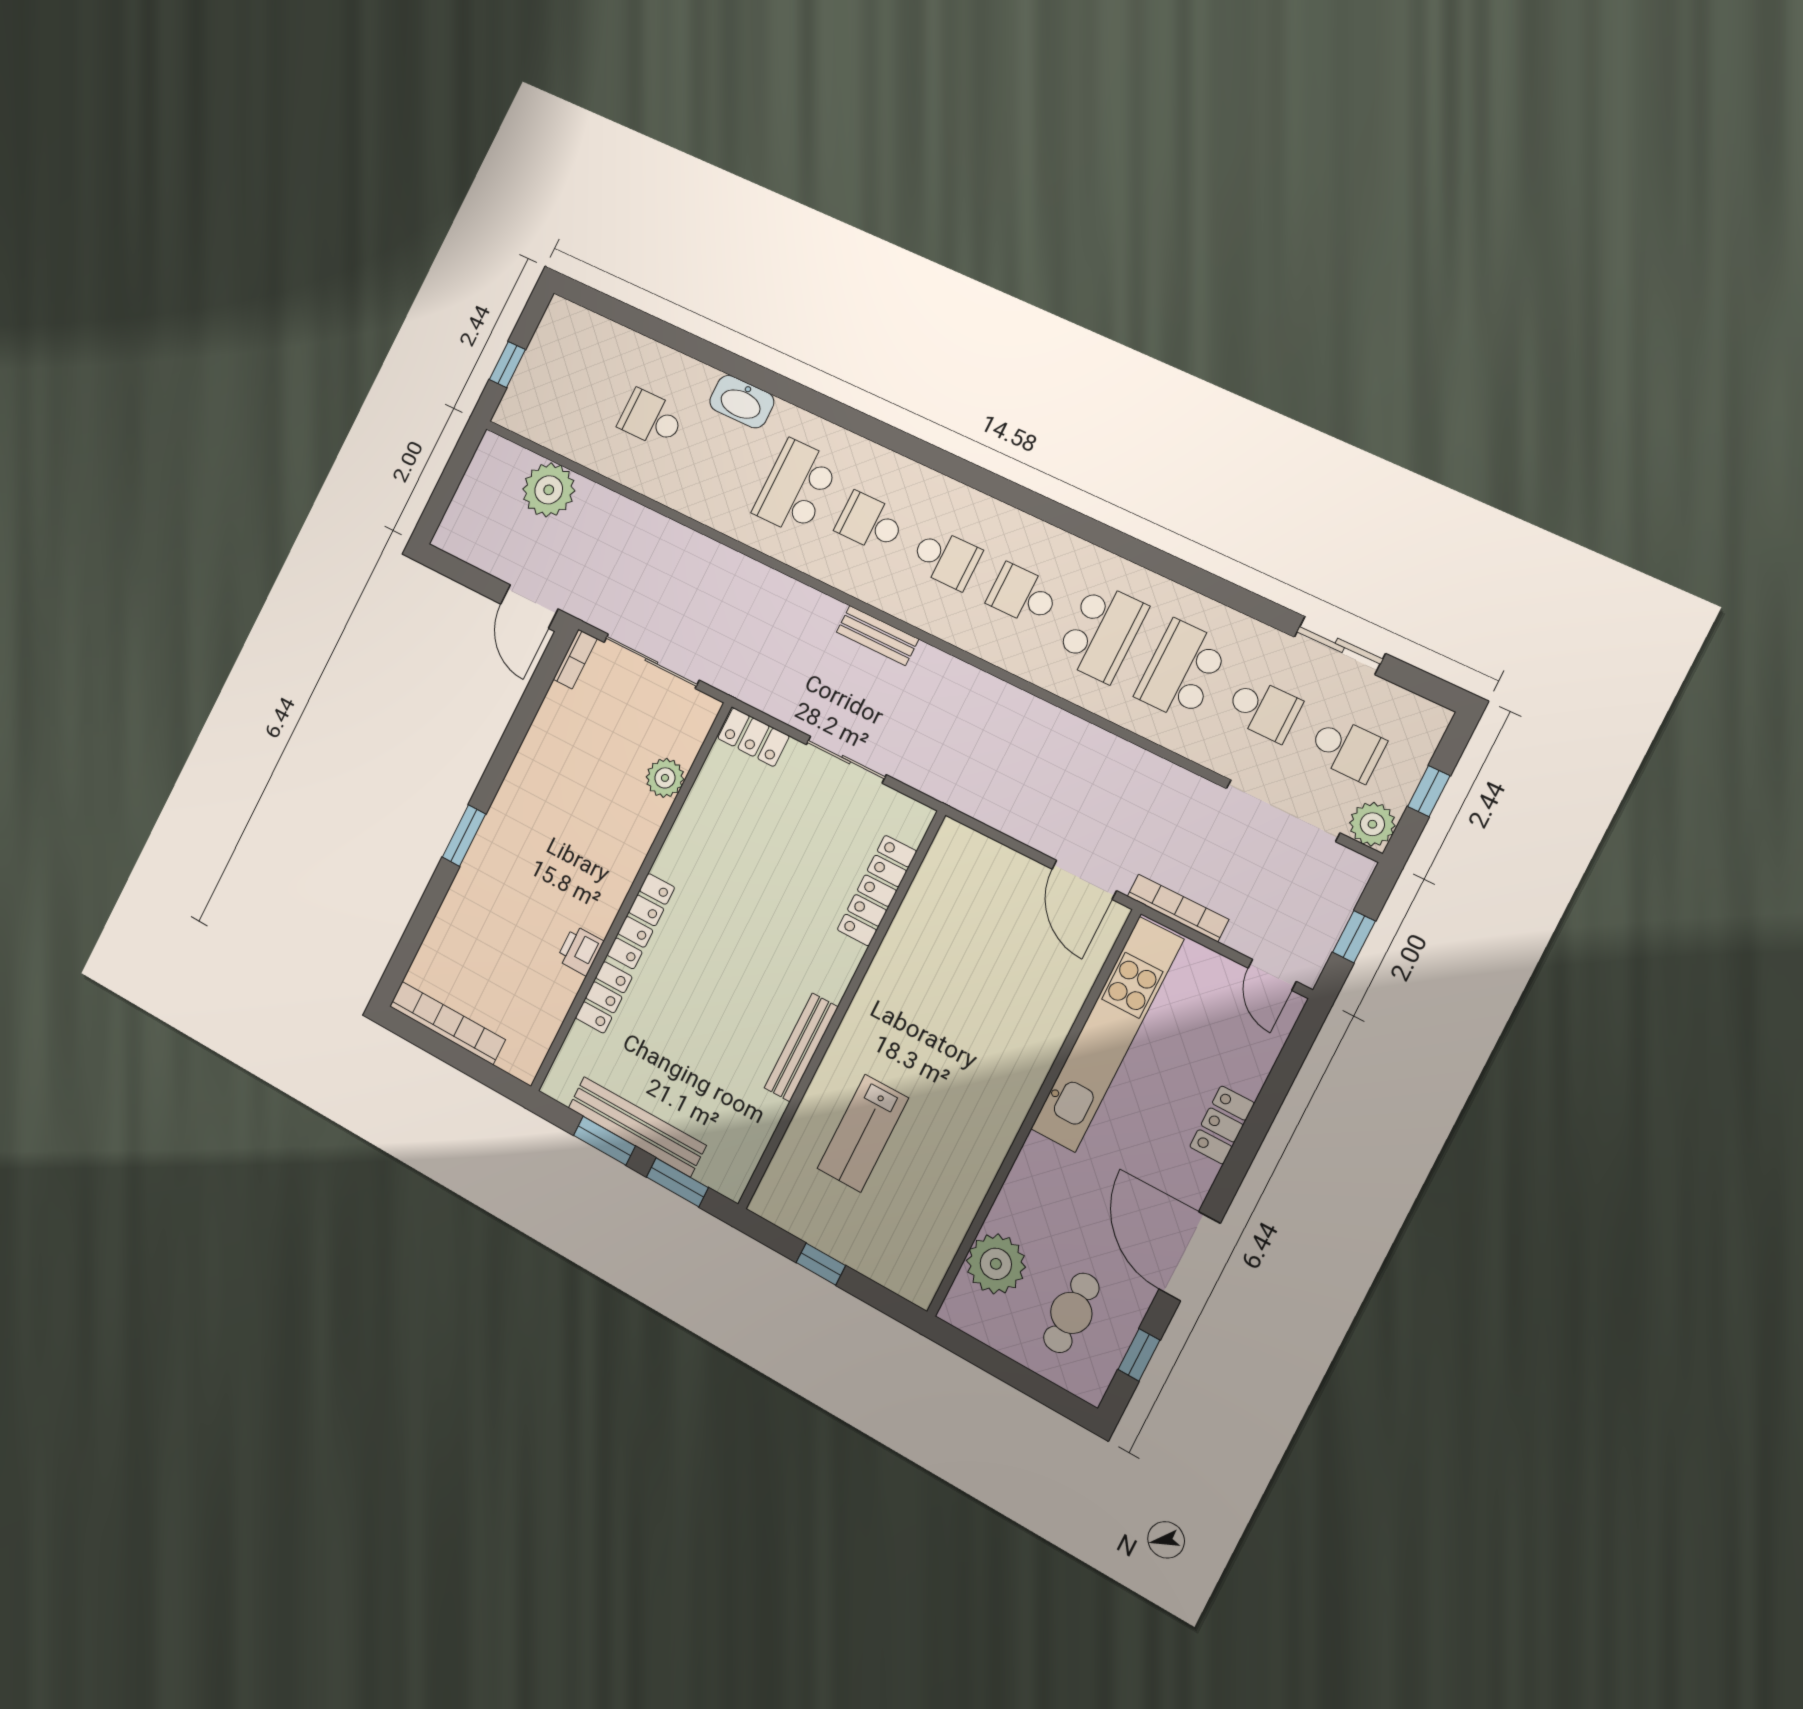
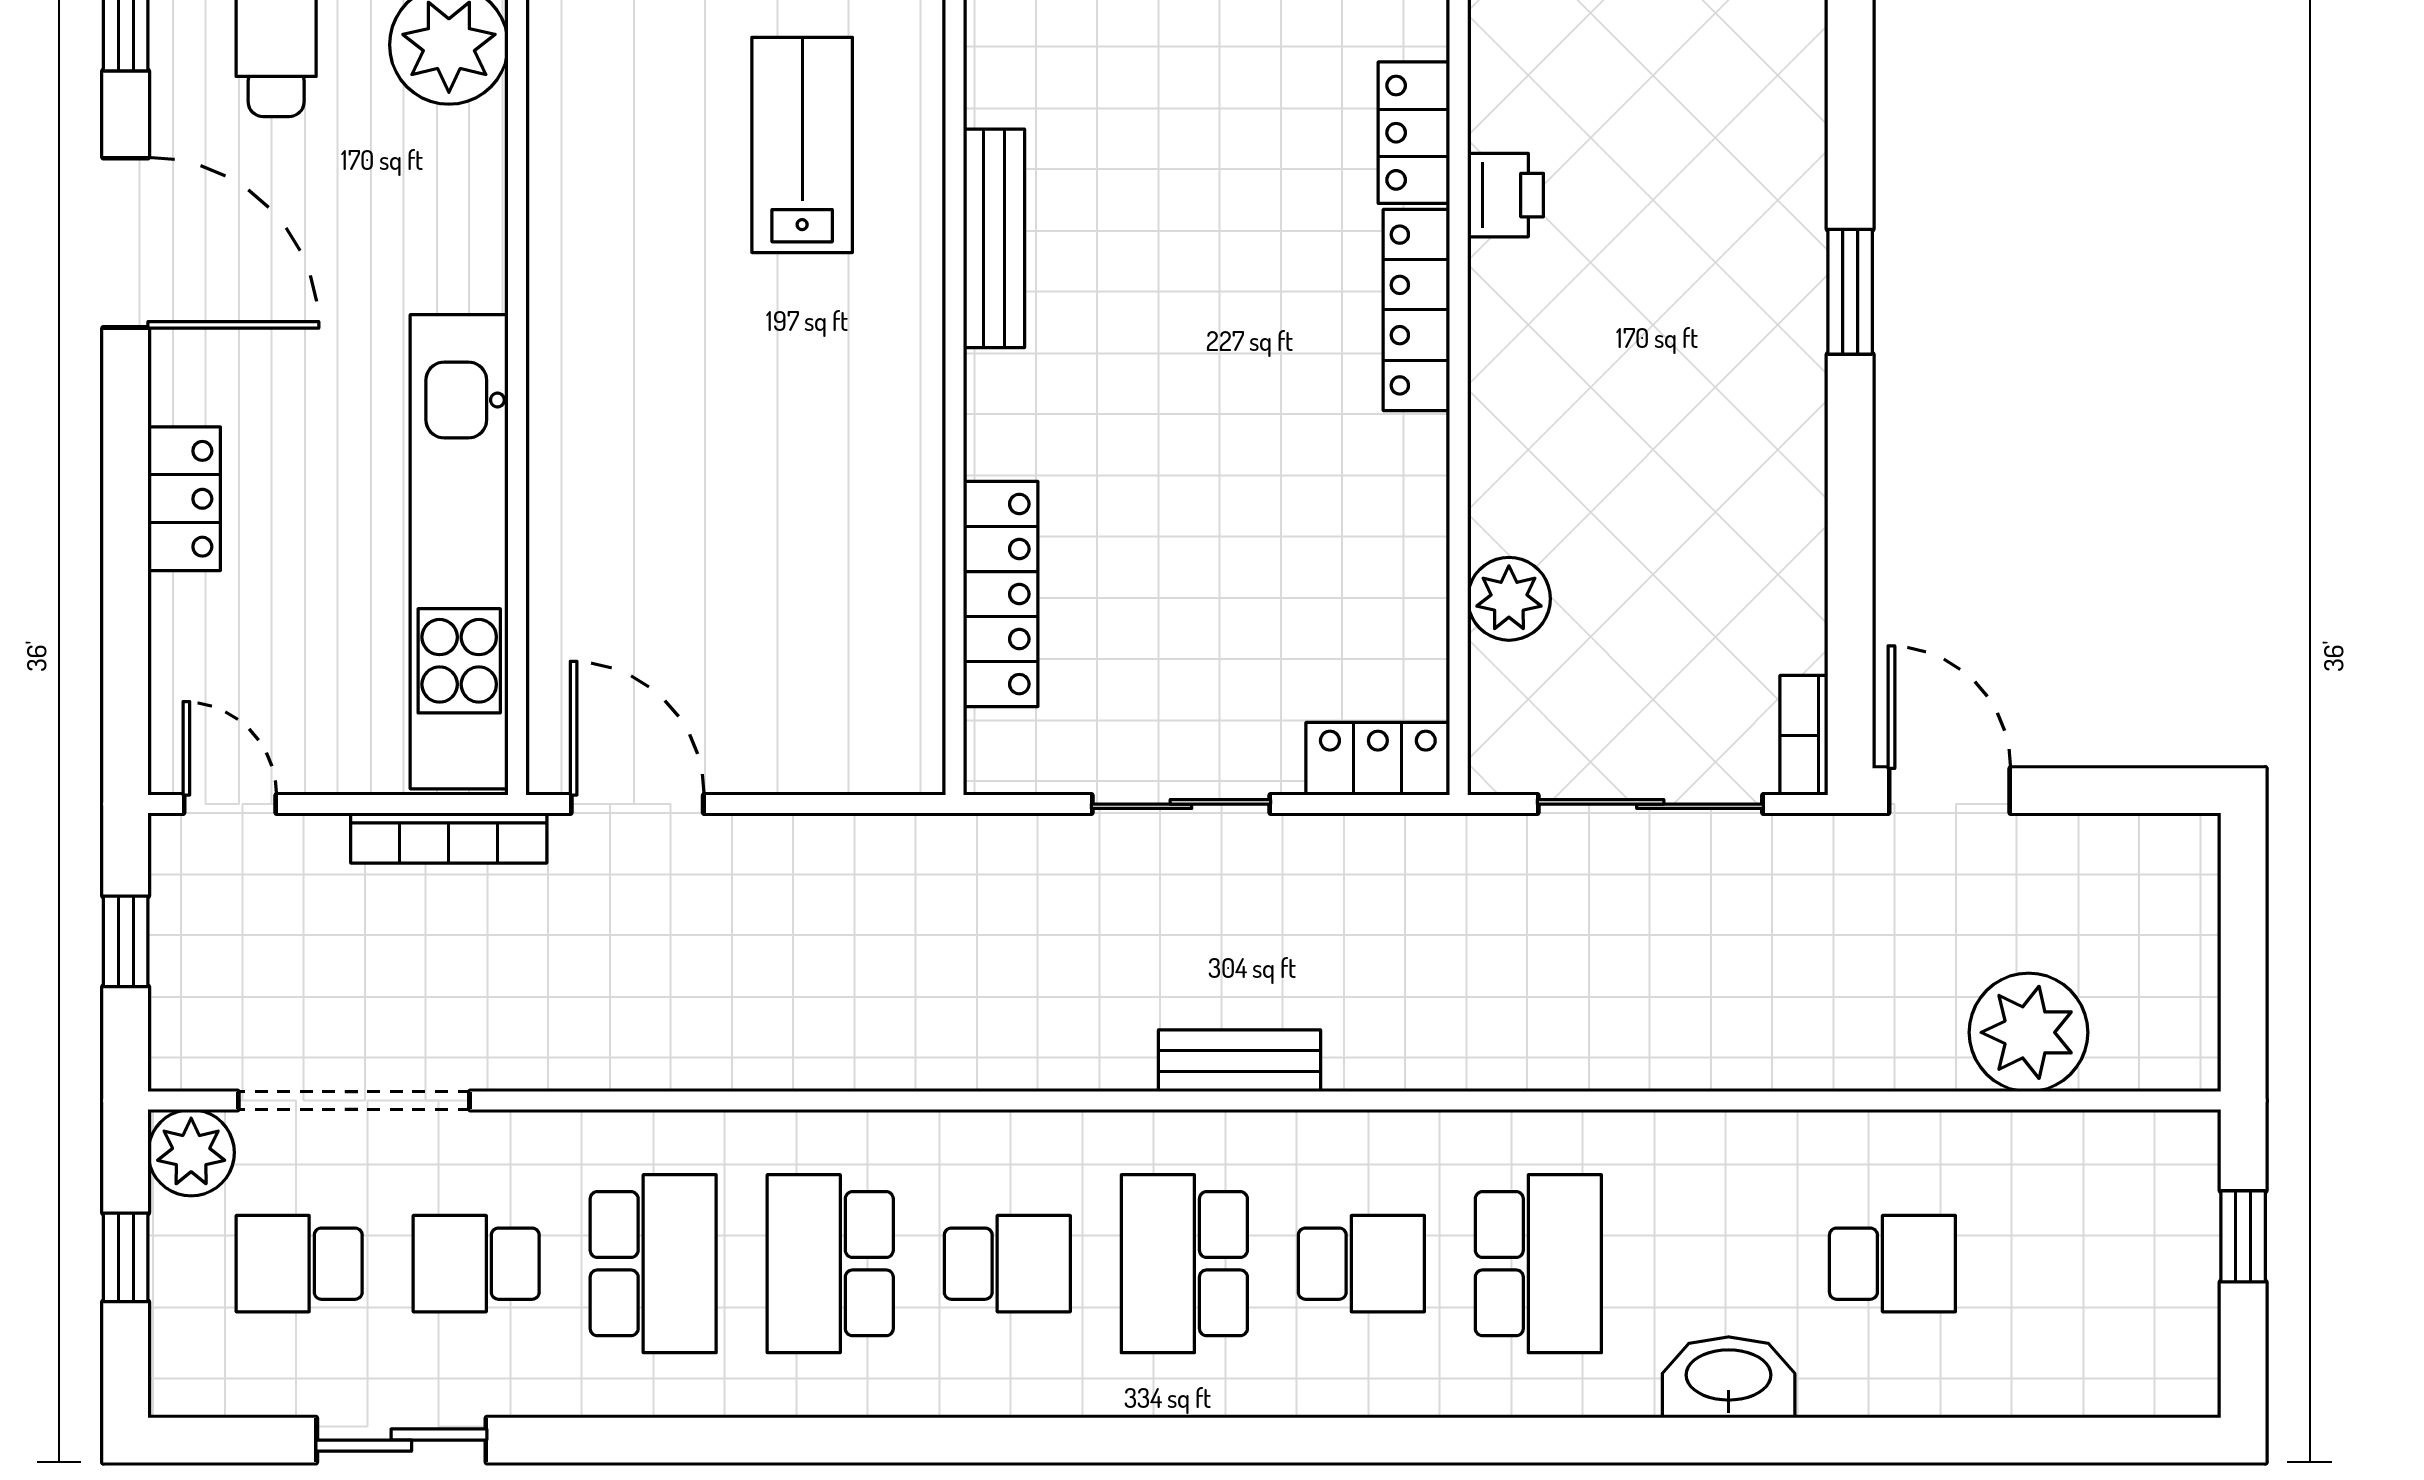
school desk: (946, 558) -> (1184, 1264), width x1.85

